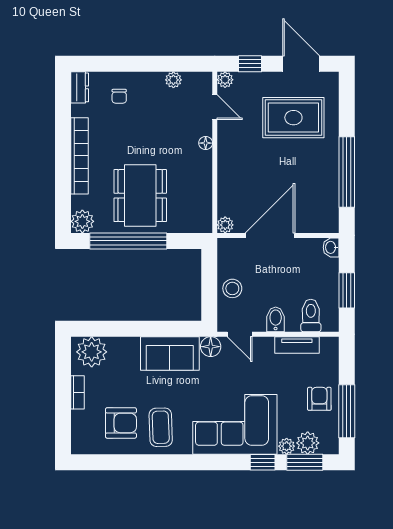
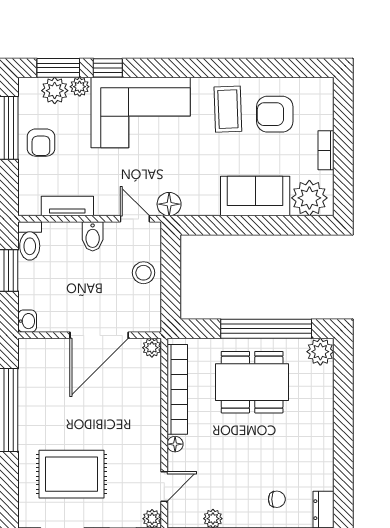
chair: (119, 96) -> (277, 499), turned 90
door: (215, 107) -> (164, 487), swing flipped
bookcase: (79, 156) -> (177, 389), moved, turned 180
dining table: (140, 196) -> (252, 382), turned 90
toilet: (311, 315) -> (30, 241), moved
sofa: (170, 353) -> (255, 196), moved

